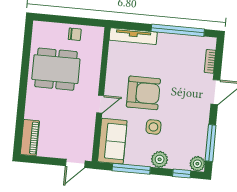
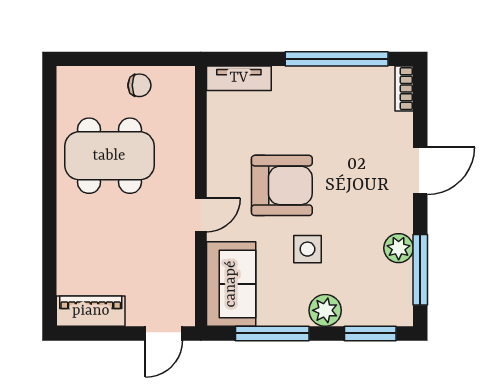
tv unit: (133, 36) -> (239, 78), width x0.71
bookcase: (210, 61) -> (404, 89), moved
piano: (30, 138) -> (91, 311), moved, turned -90
plant: (197, 164) -> (399, 248), moved
window: (182, 173) -> (370, 333), width x1.50

